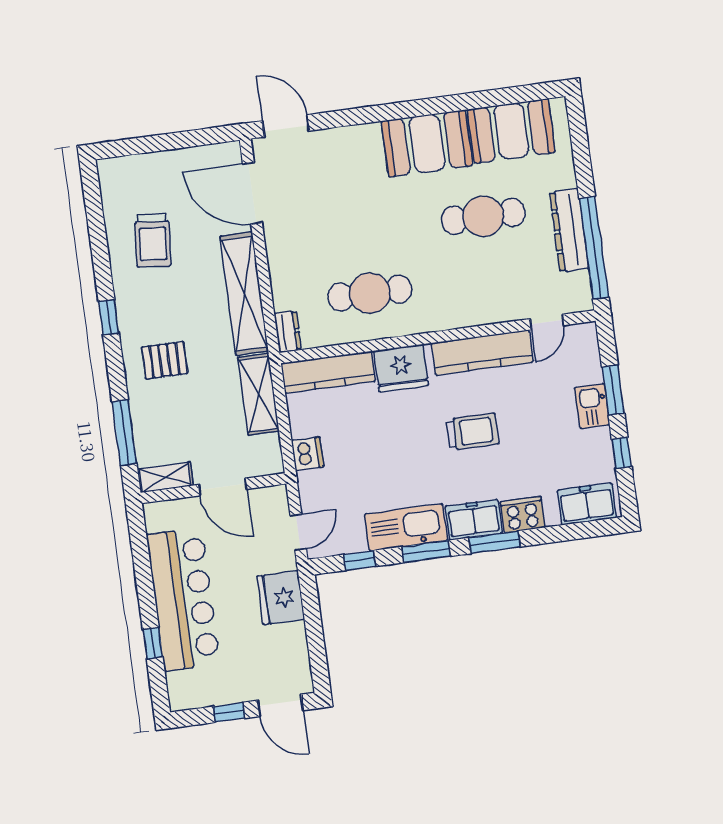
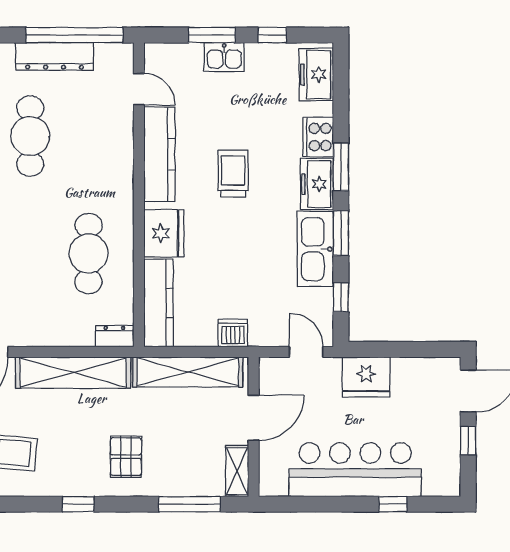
shelving: (259, 394) -> (188, 372), width x1.47

